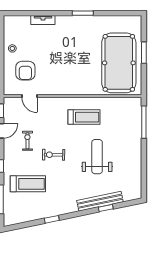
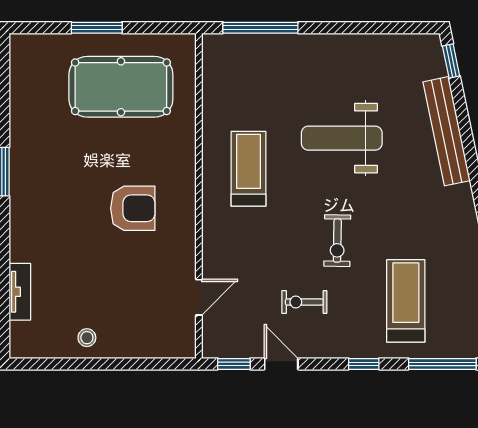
tv unit: (43, 20) -> (20, 292), moved
pool table: (119, 63) -> (121, 87), width x0.73, depth x0.76
armchair: (25, 71) -> (133, 208), moved
window: (106, 208) -> (451, 61), moved

